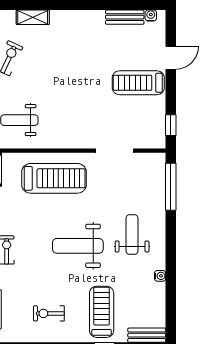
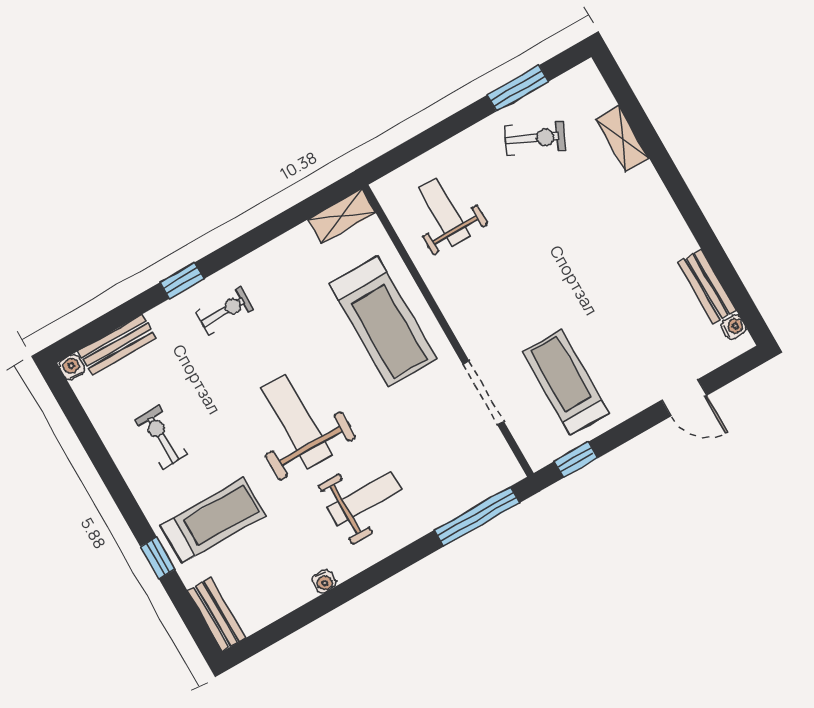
treadmill: (138, 83) -> (566, 382), moved

